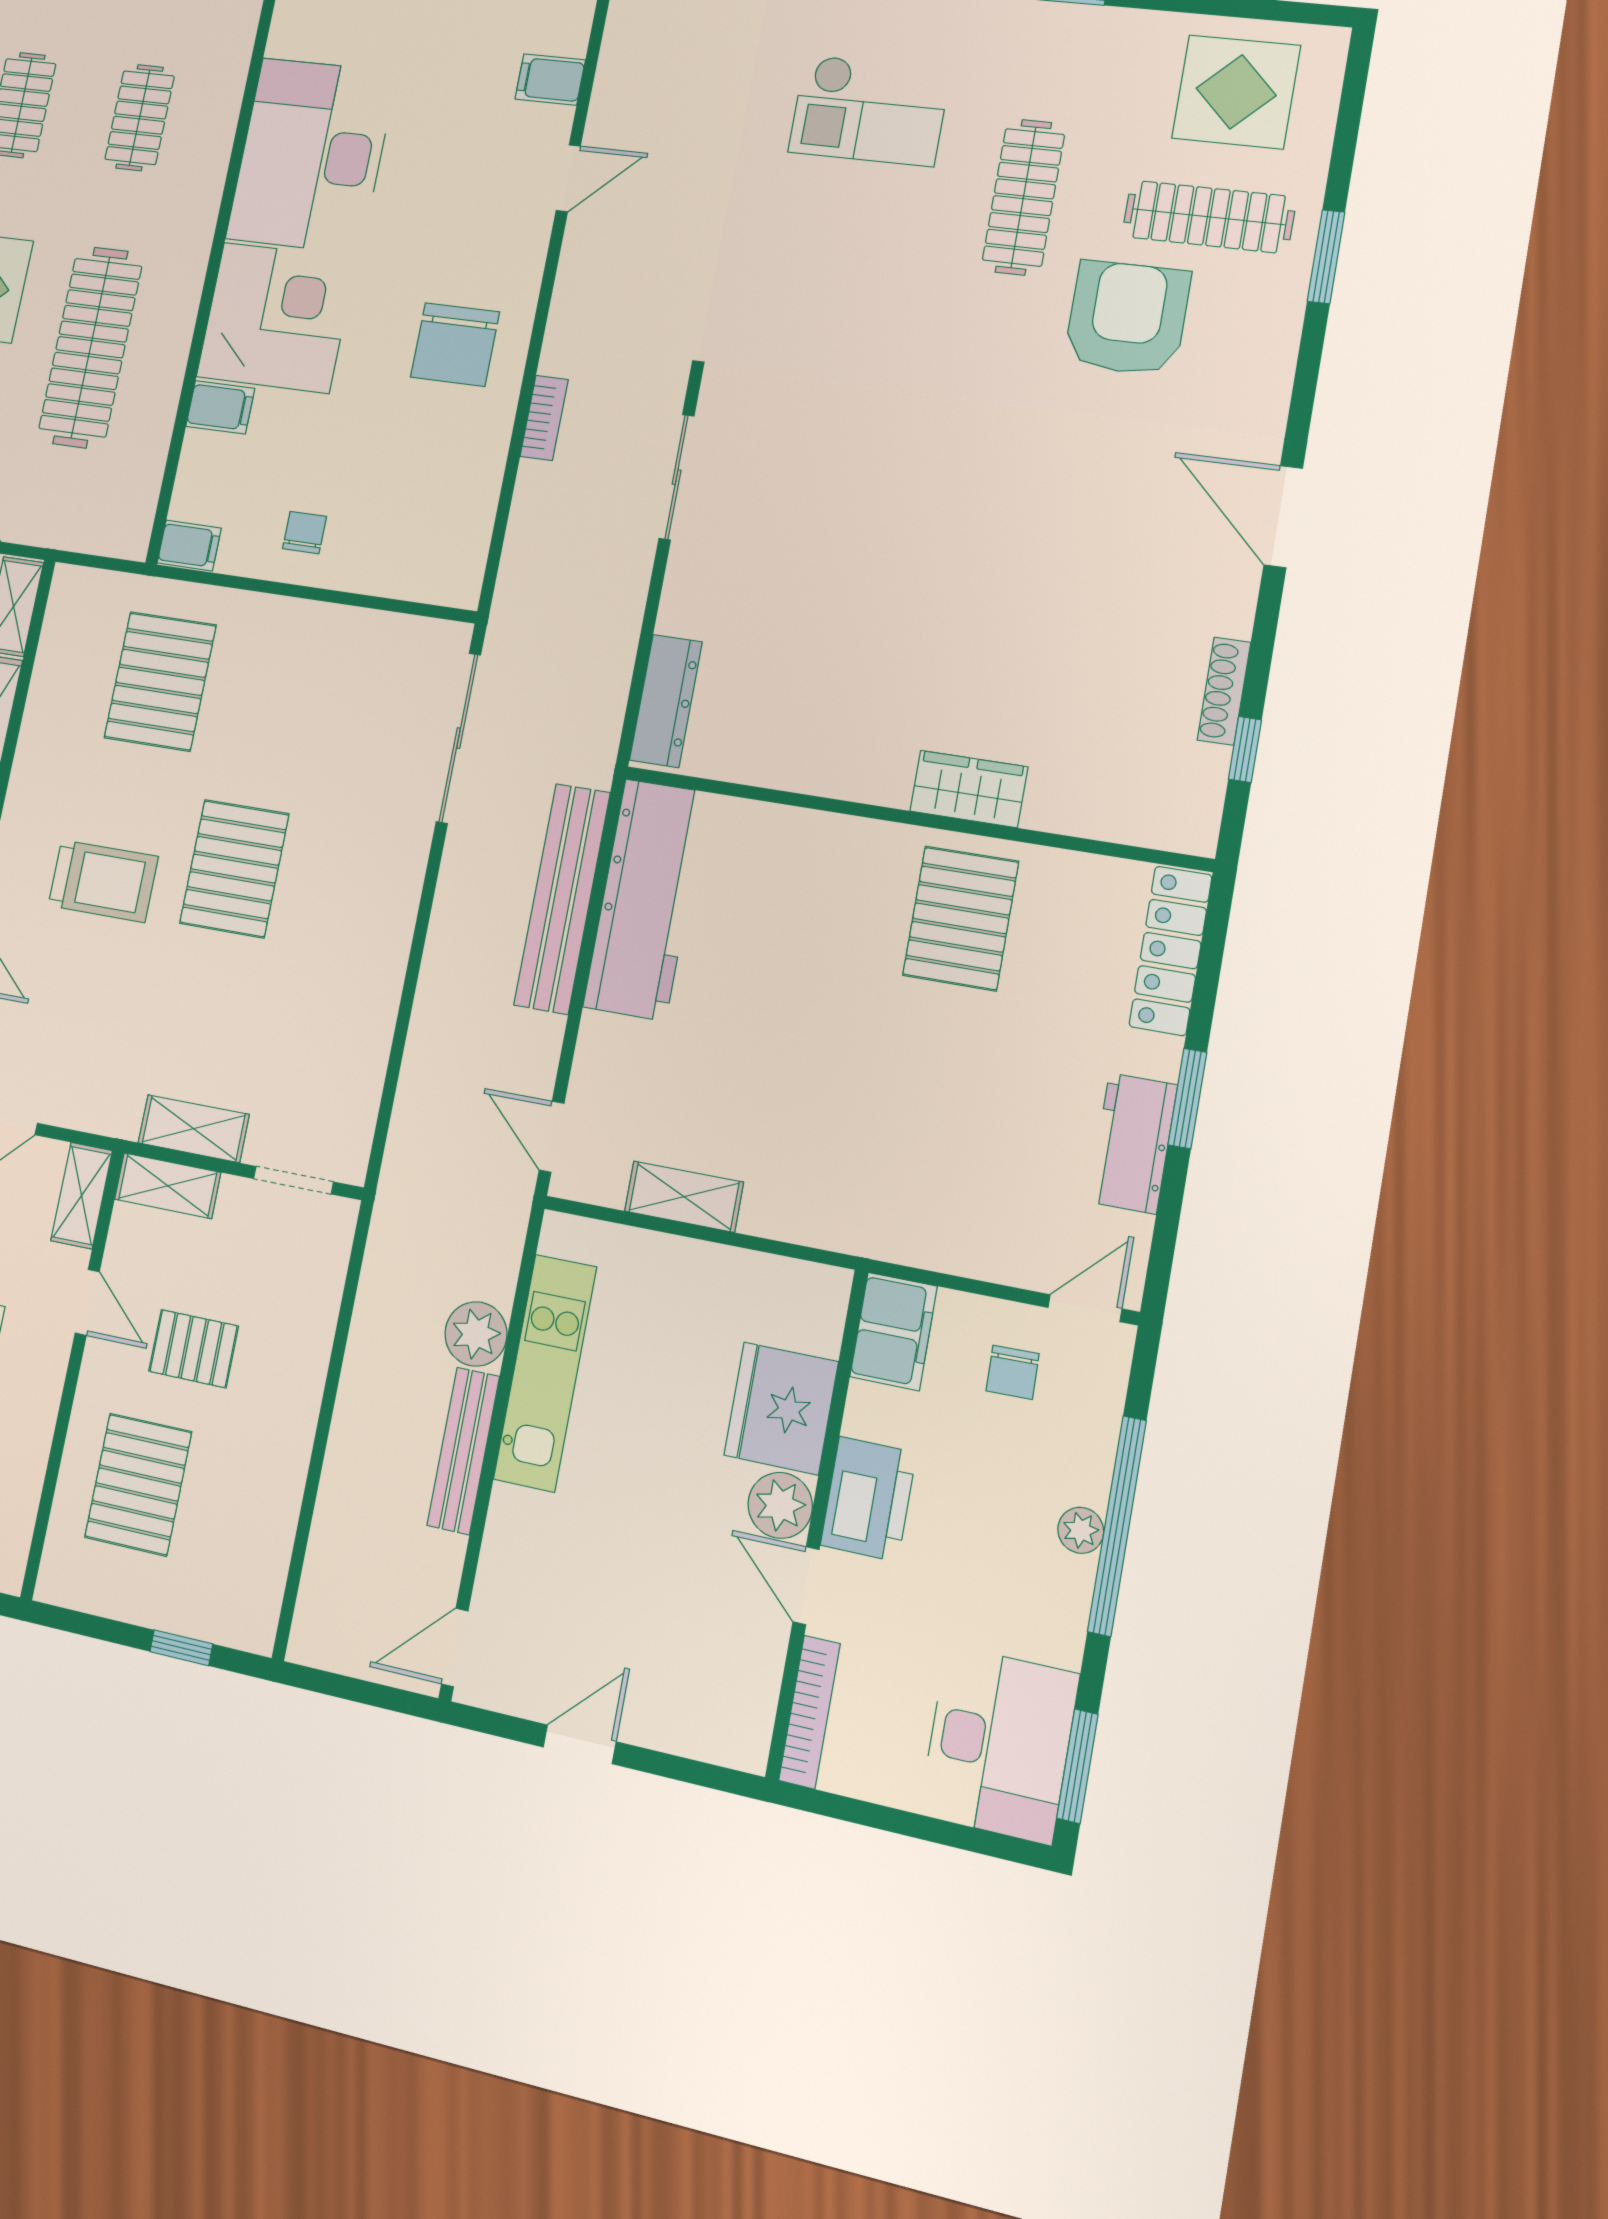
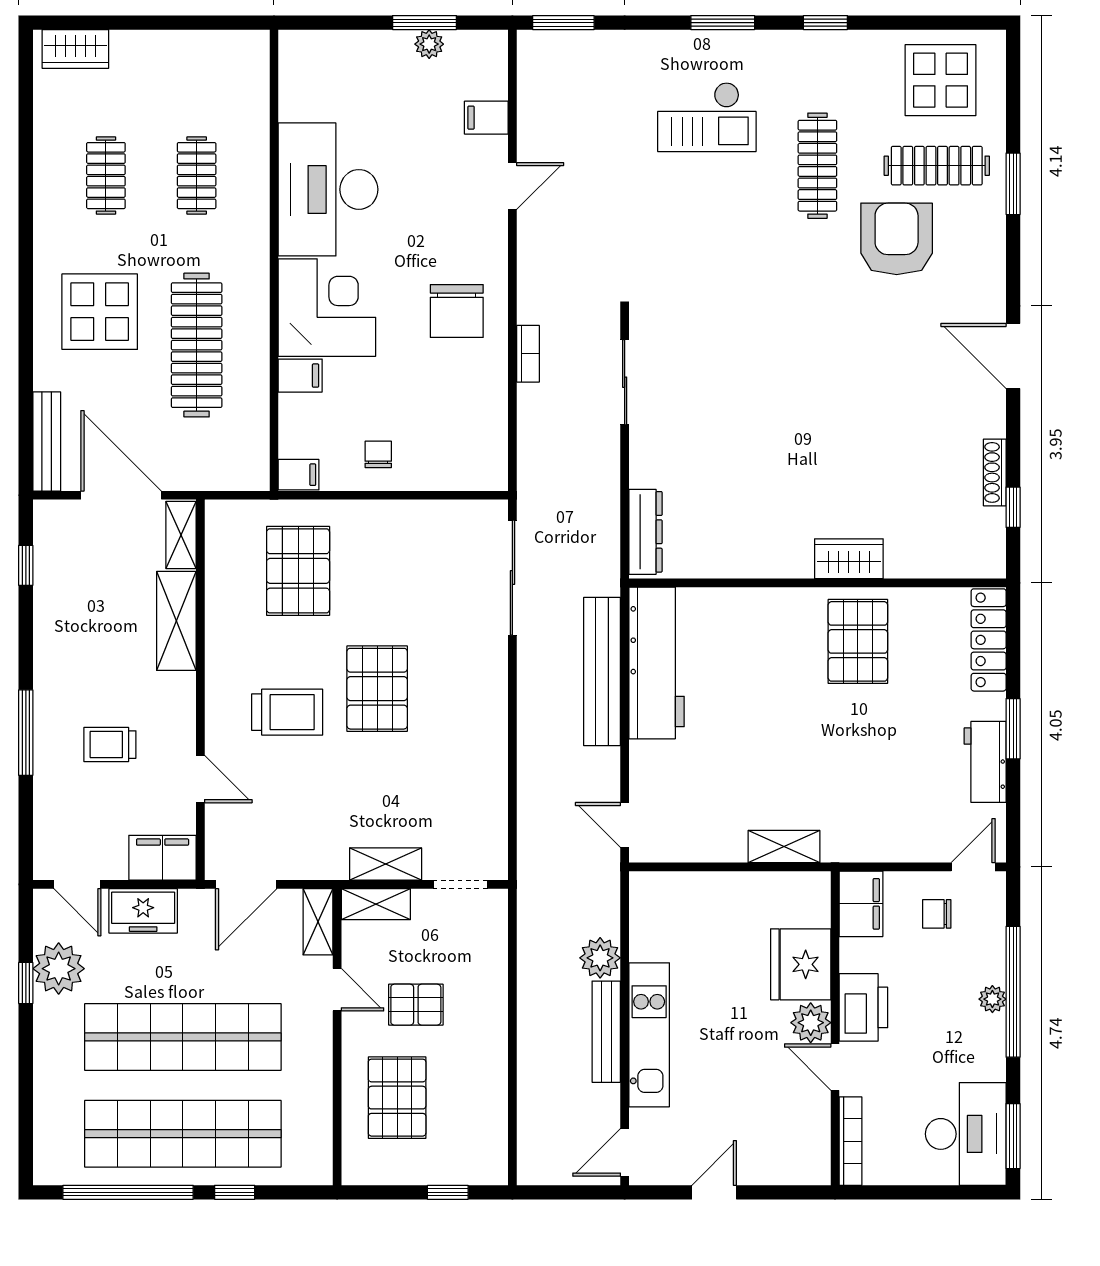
shelving: (684, 1197) -> (784, 847), moved
chair: (1013, 1372) -> (937, 914), turned 91
kitchen unit: (545, 1373) -> (649, 1035), moved

